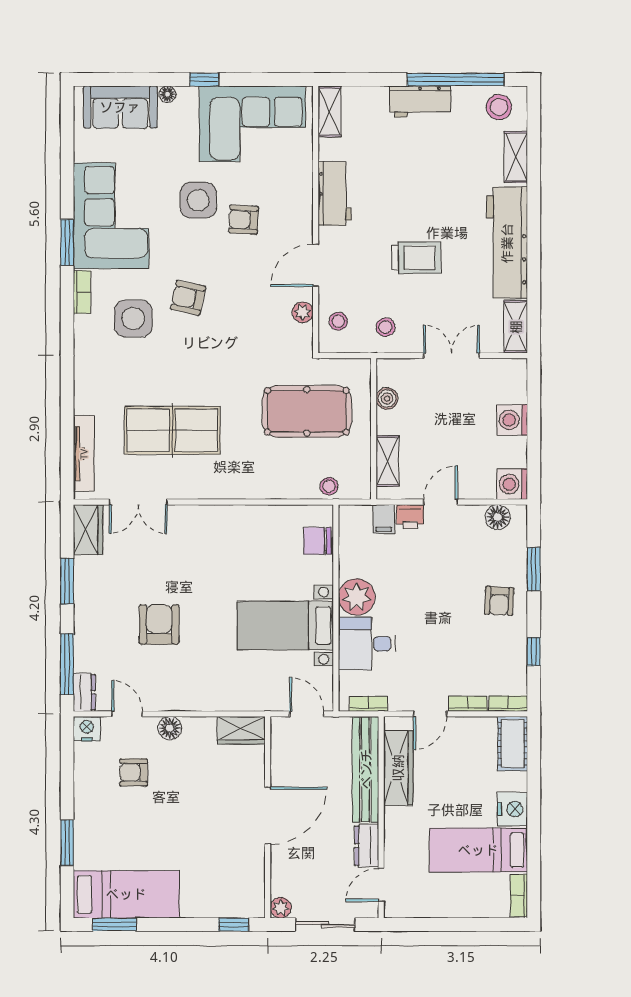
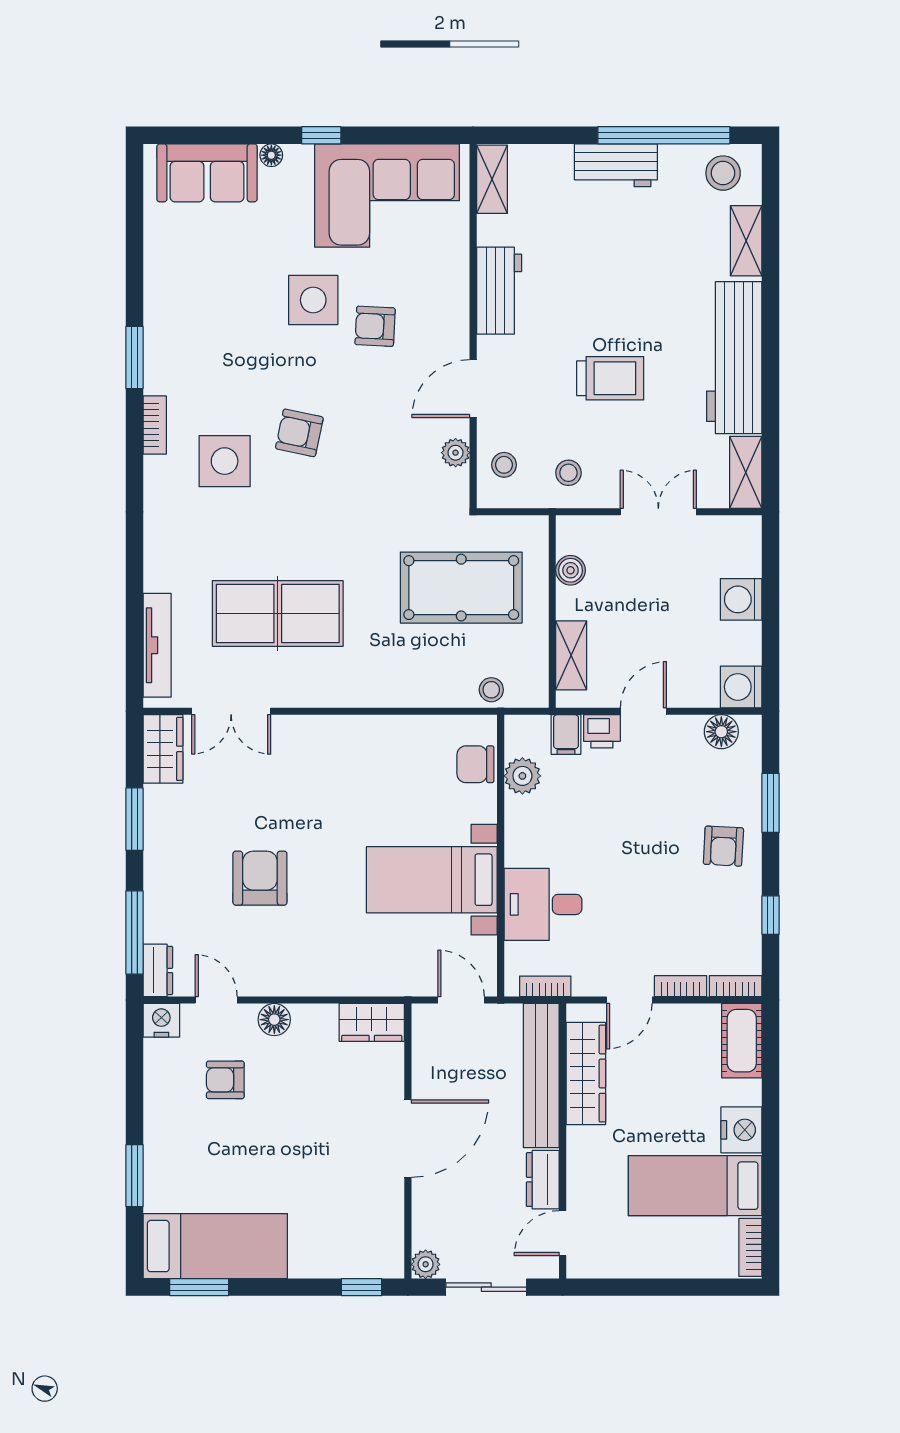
corner sofa: (111, 216) -> (195, 321), removed
plant: (357, 597) -> (522, 776), moved, width x0.73, depth x0.73

